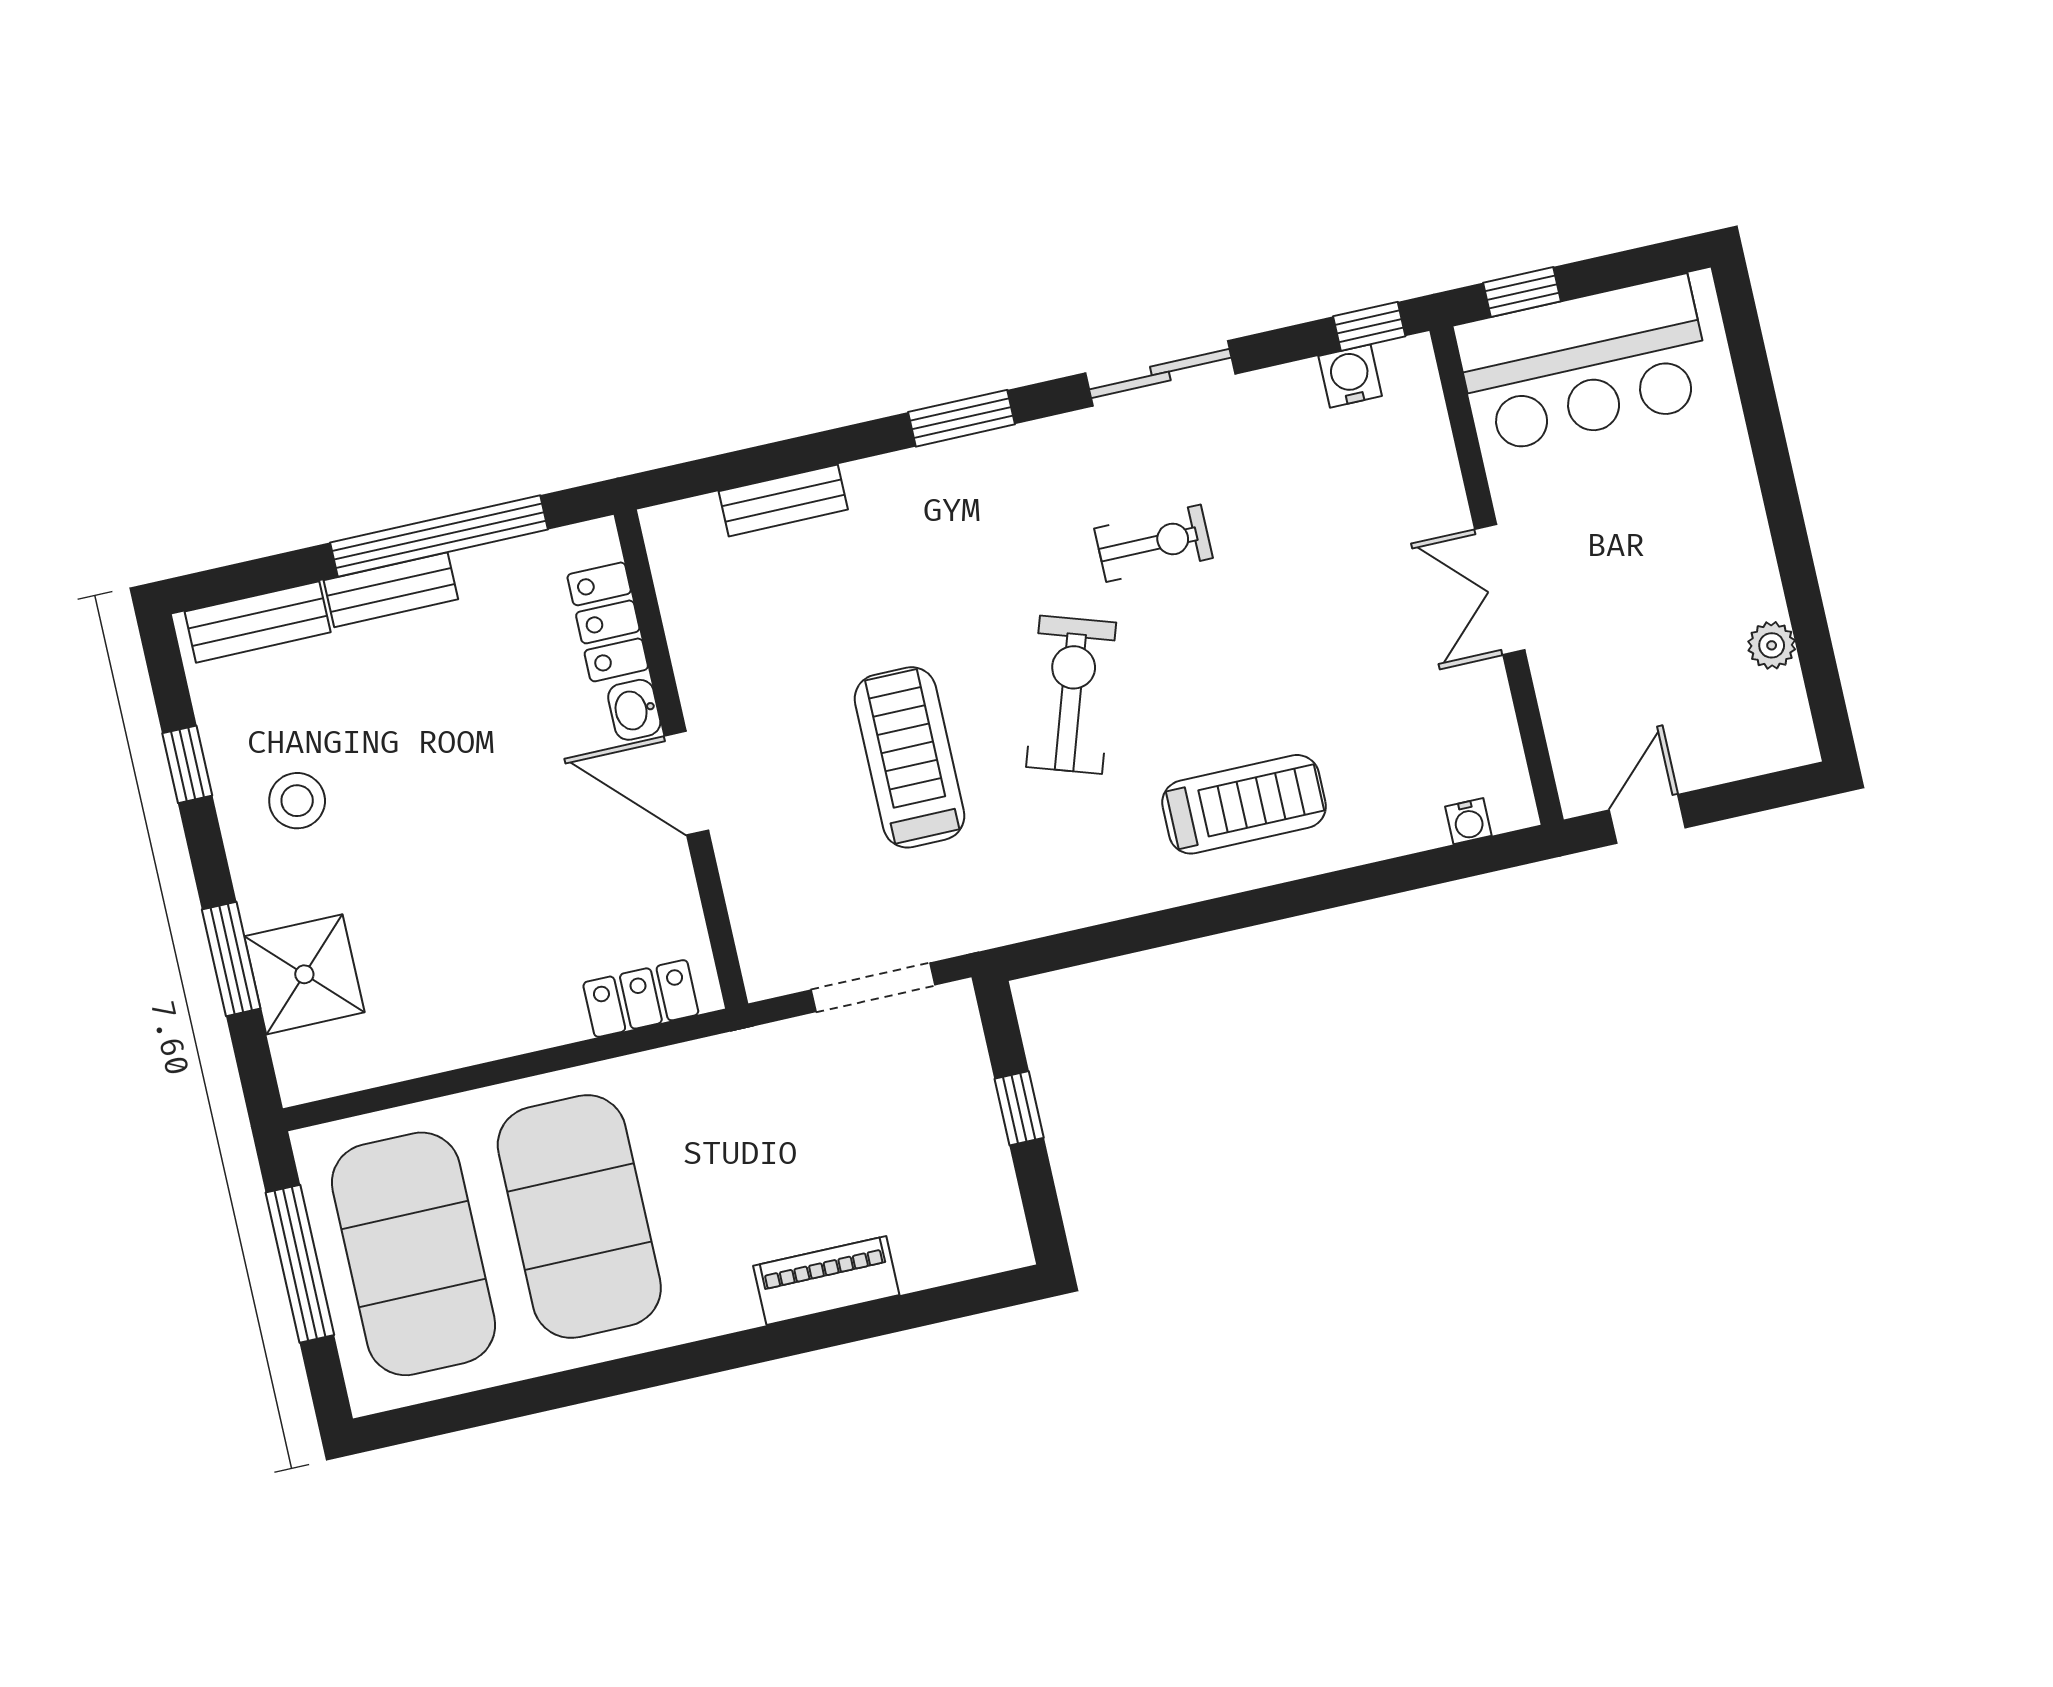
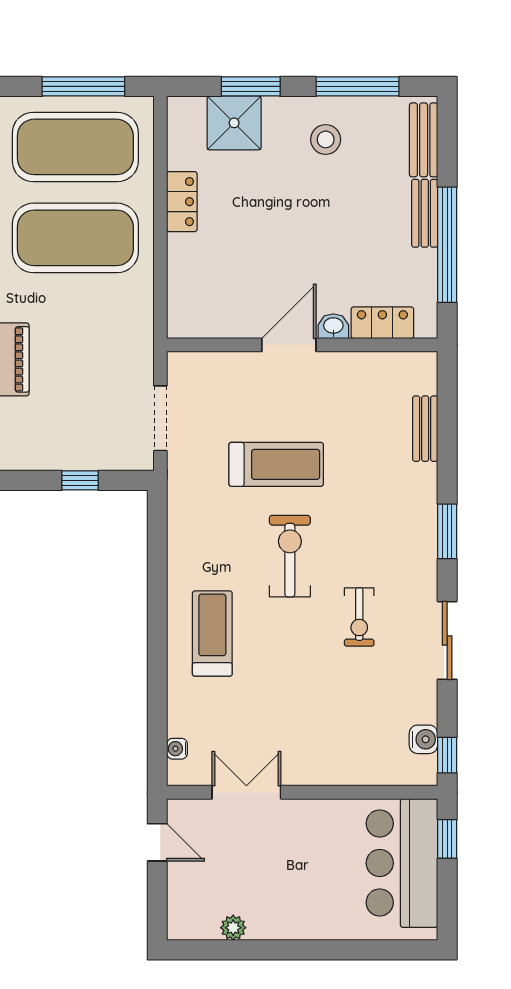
double door: (1500, 590) -> (246, 792), moved
exercise bike: (1071, 695) -> (290, 556), turned -108
window: (187, 764) -> (357, 86), width x2.17
treadmill: (1244, 804) -> (212, 633), turned 180
locker: (641, 998) -> (182, 202), moved

